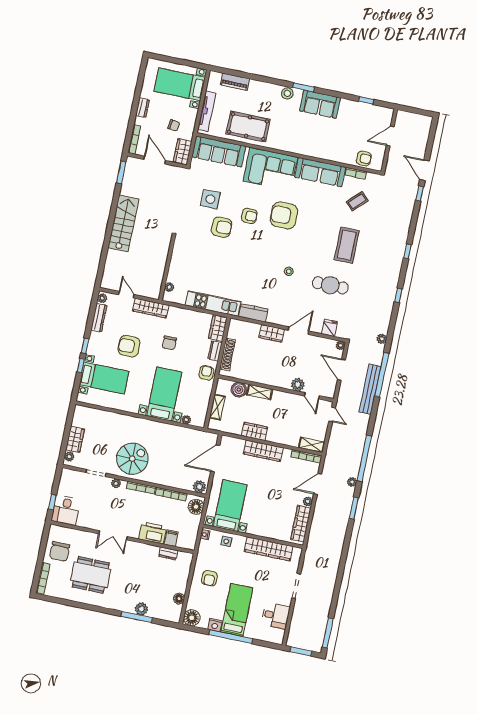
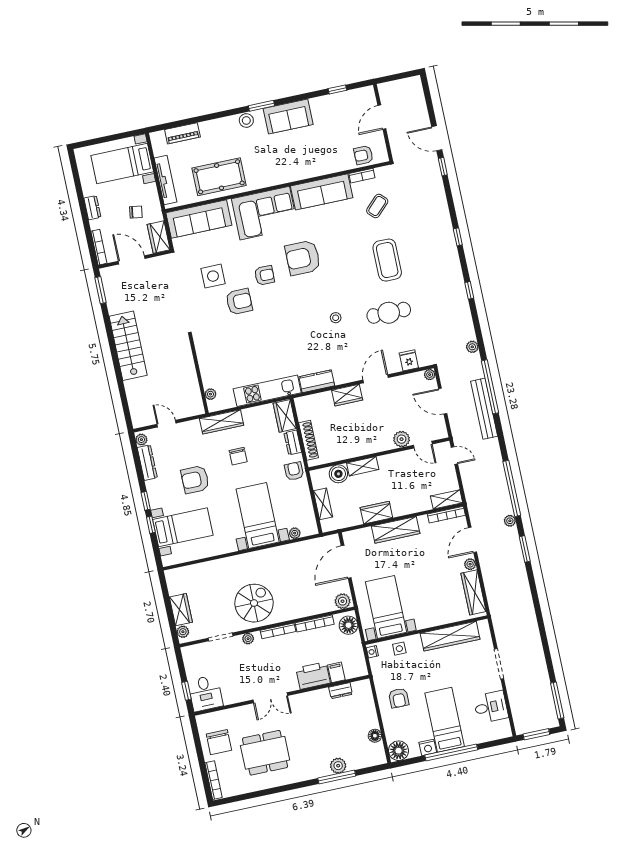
armchair: (364, 158) -> (363, 155), turned 180
wardrobe: (151, 308) -> (222, 422), moved

